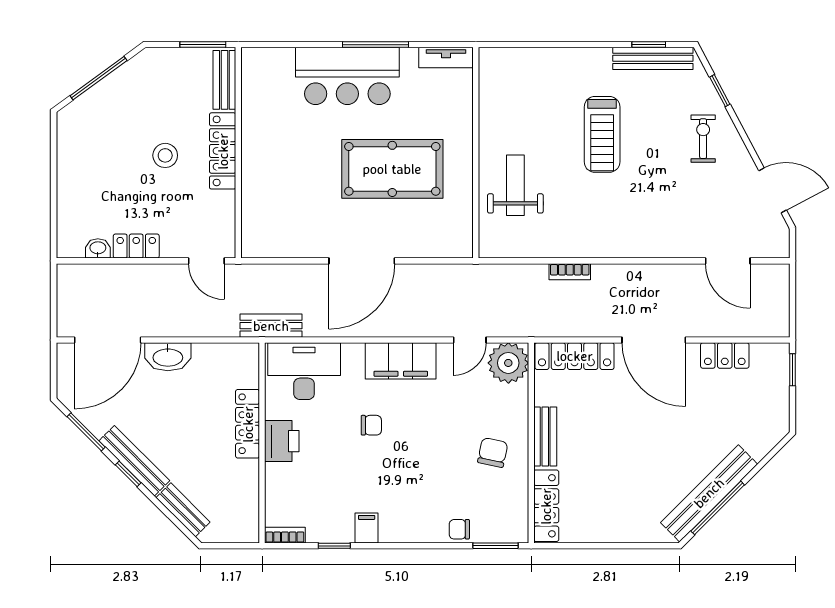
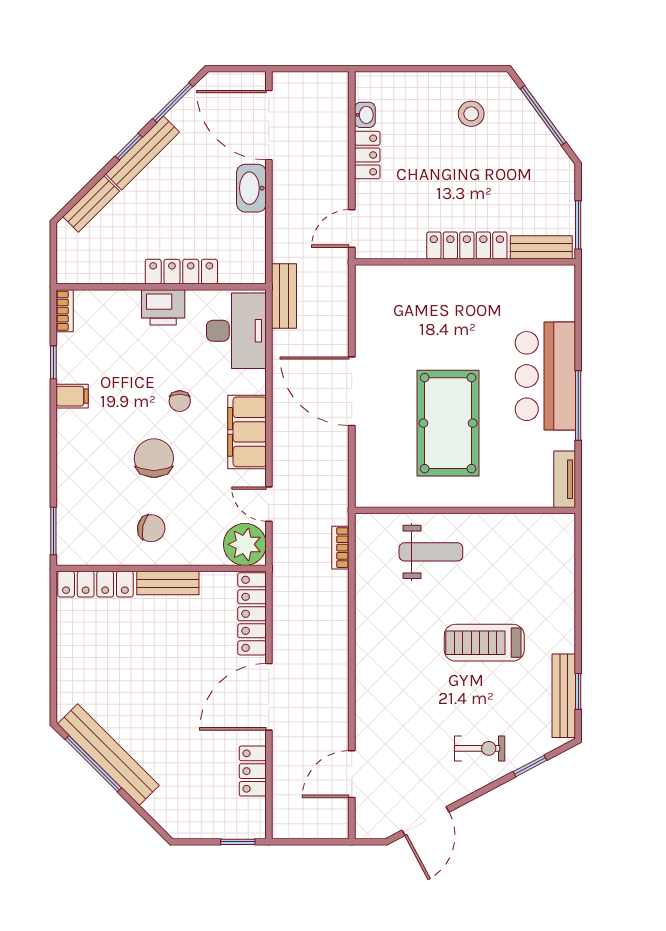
stool: (165, 155) -> (471, 114), moved
bookcase: (570, 272) -> (340, 548), moved
chair: (459, 529) -> (154, 458), moved, width x1.87, depth x1.87

